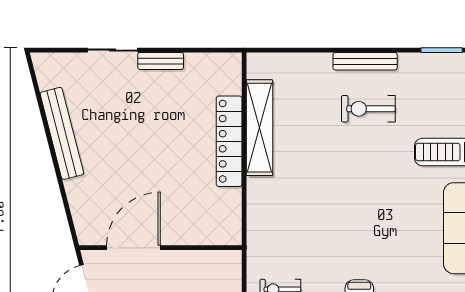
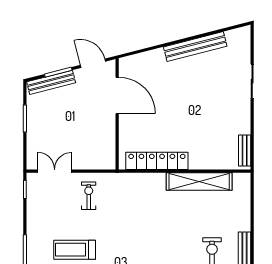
bench: (161, 61) -> (245, 151), moved
locker: (229, 141) -> (157, 161), moved

